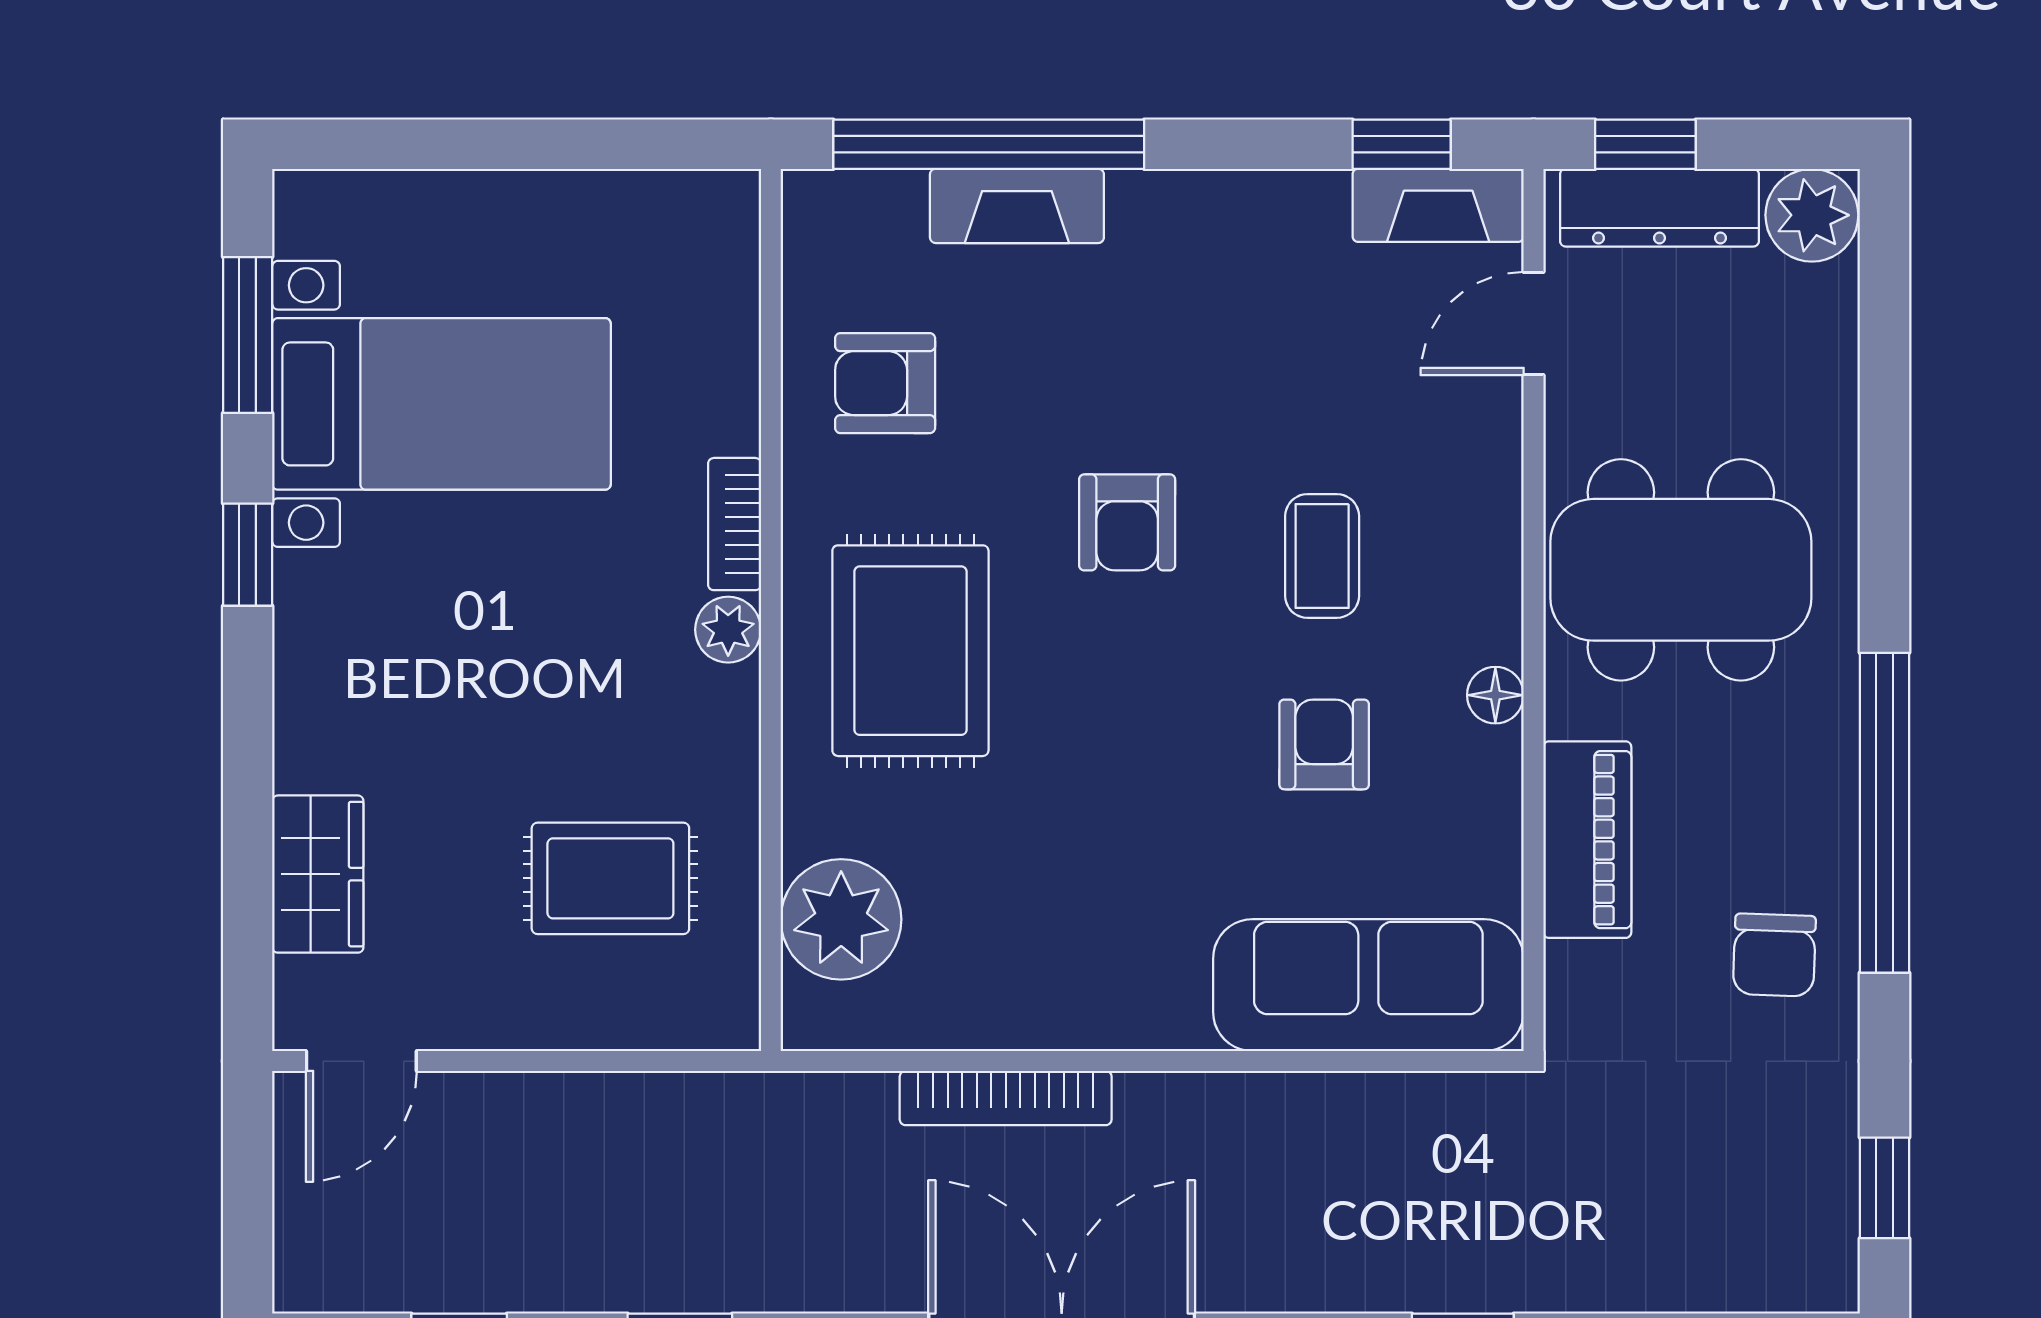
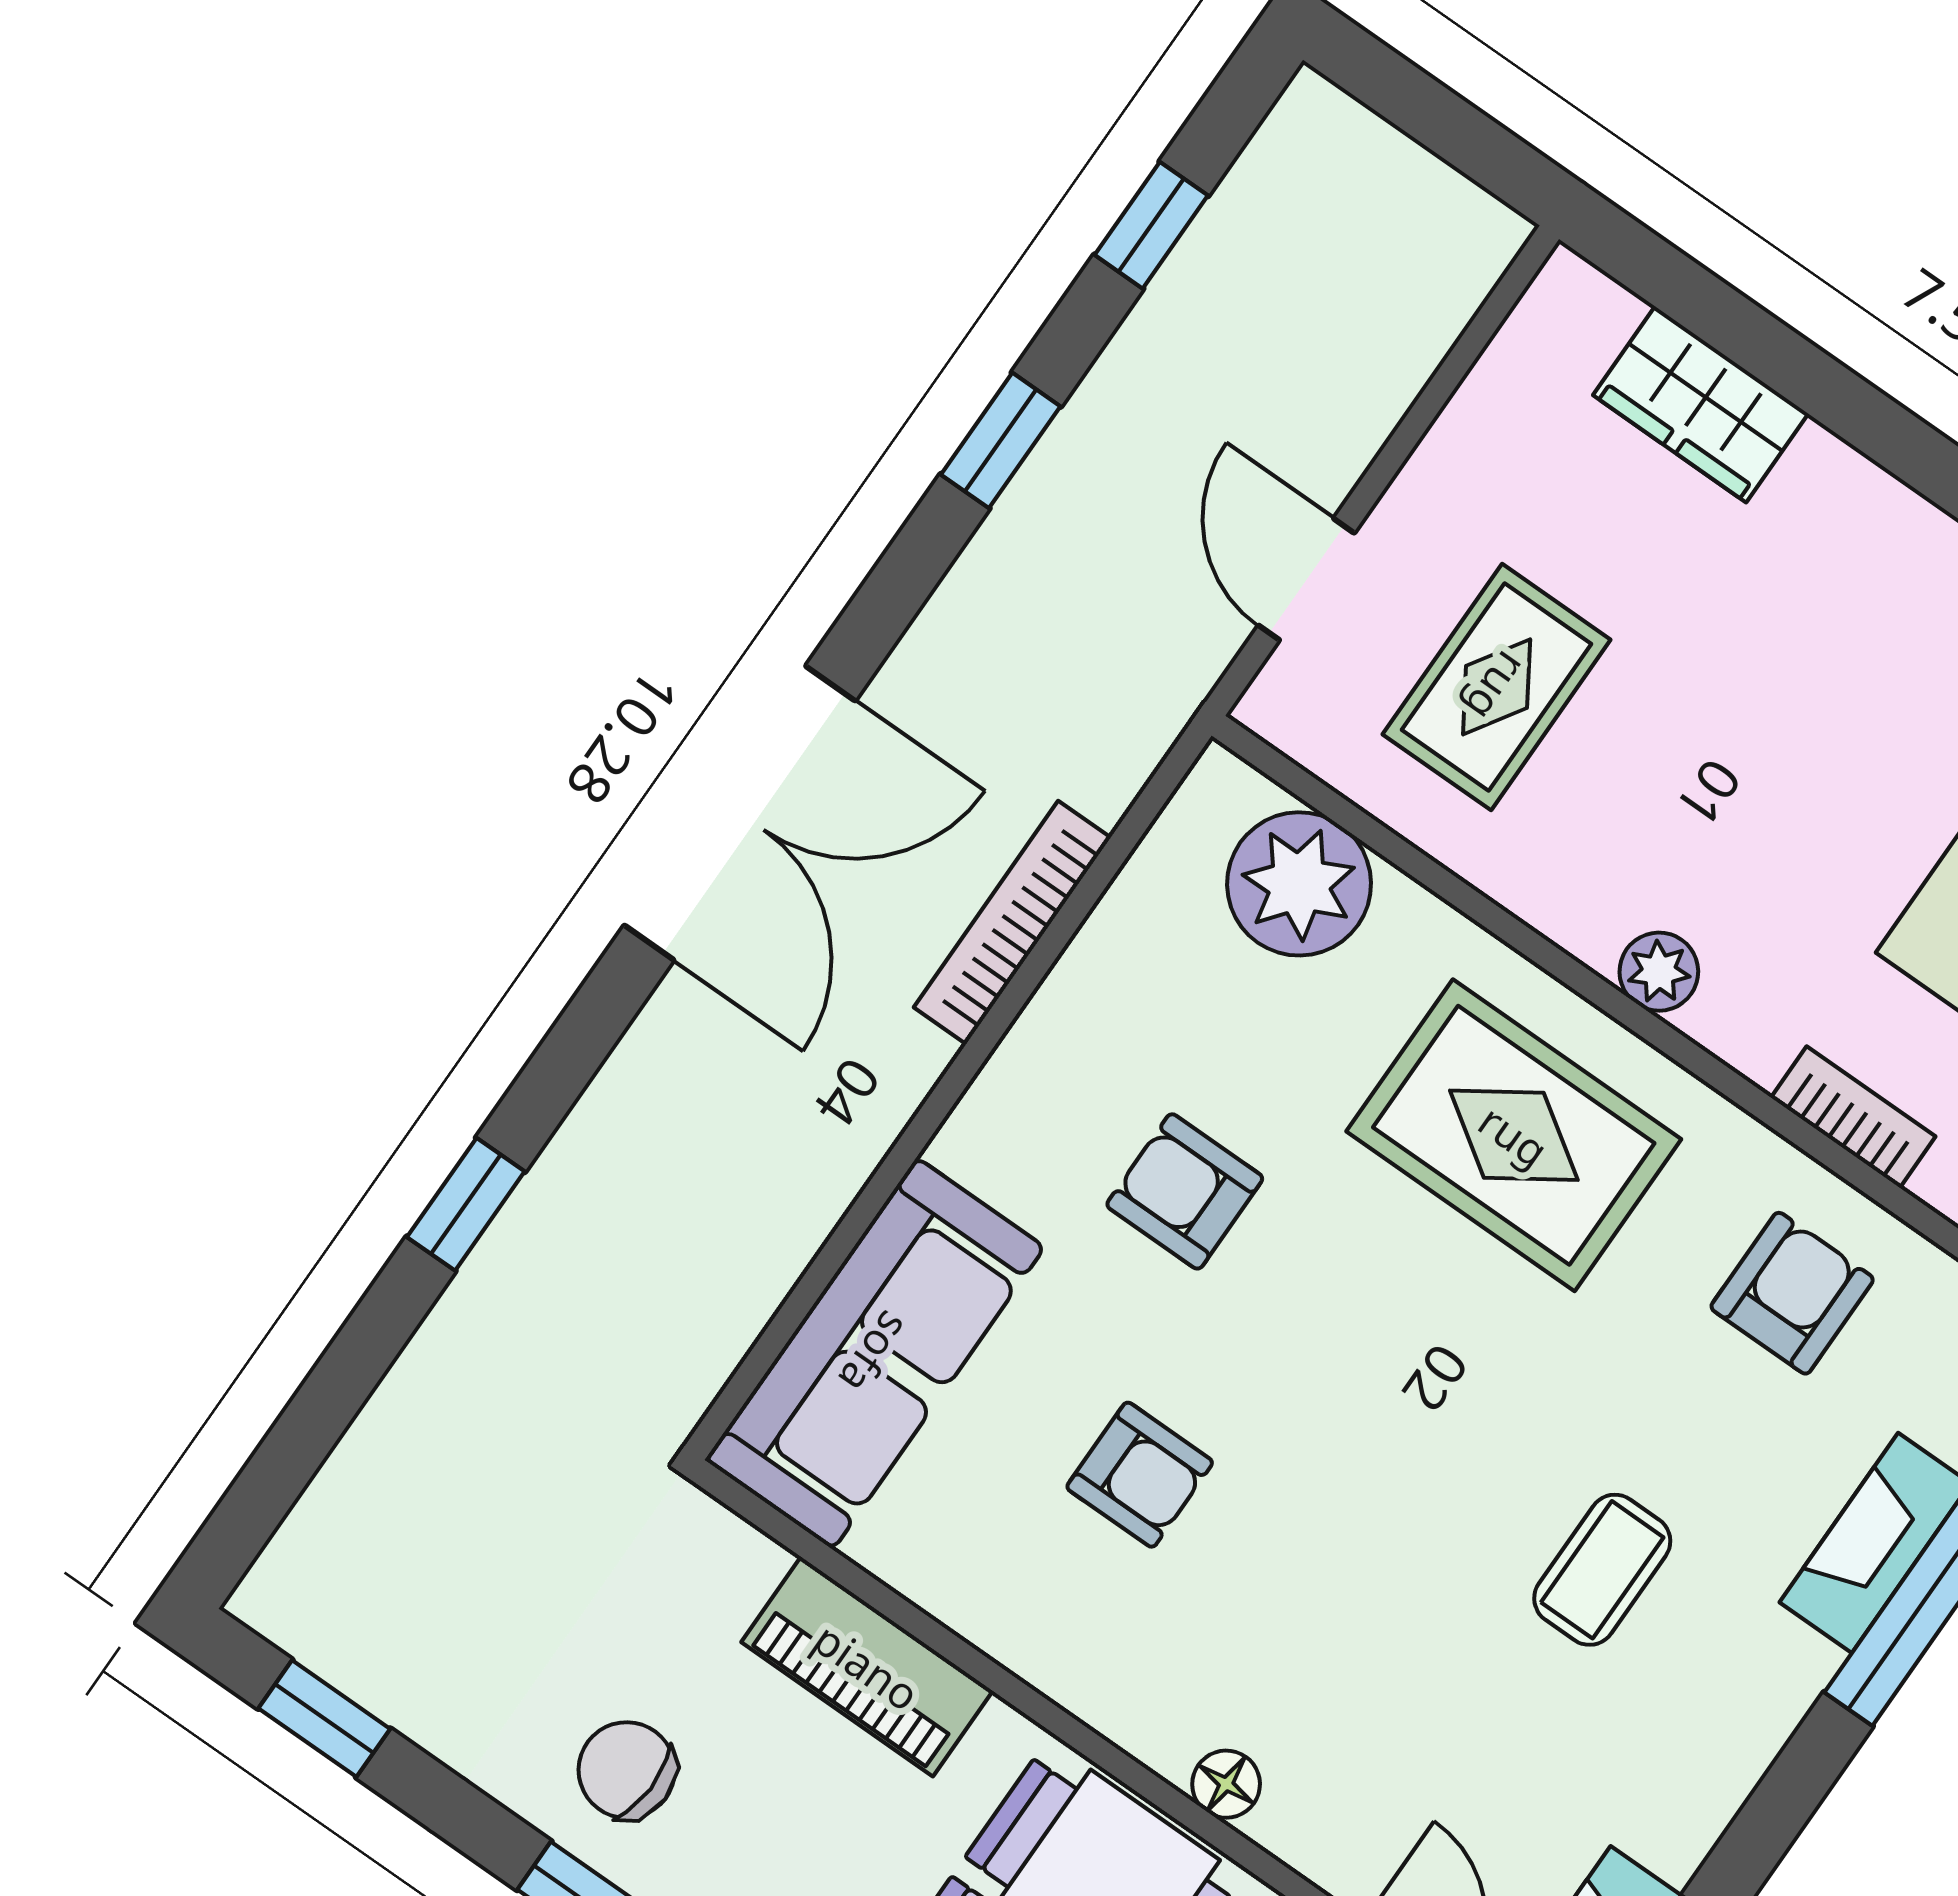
armchair: (1127, 522) -> (1185, 1191), moved
bookcase: (735, 524) -> (1853, 1117), moved
coffee table: (1322, 556) -> (1602, 1570), moved, turned 90
floor lamp: (1495, 695) -> (1226, 1784), moved
door: (361, 1061) -> (1306, 579), moved

